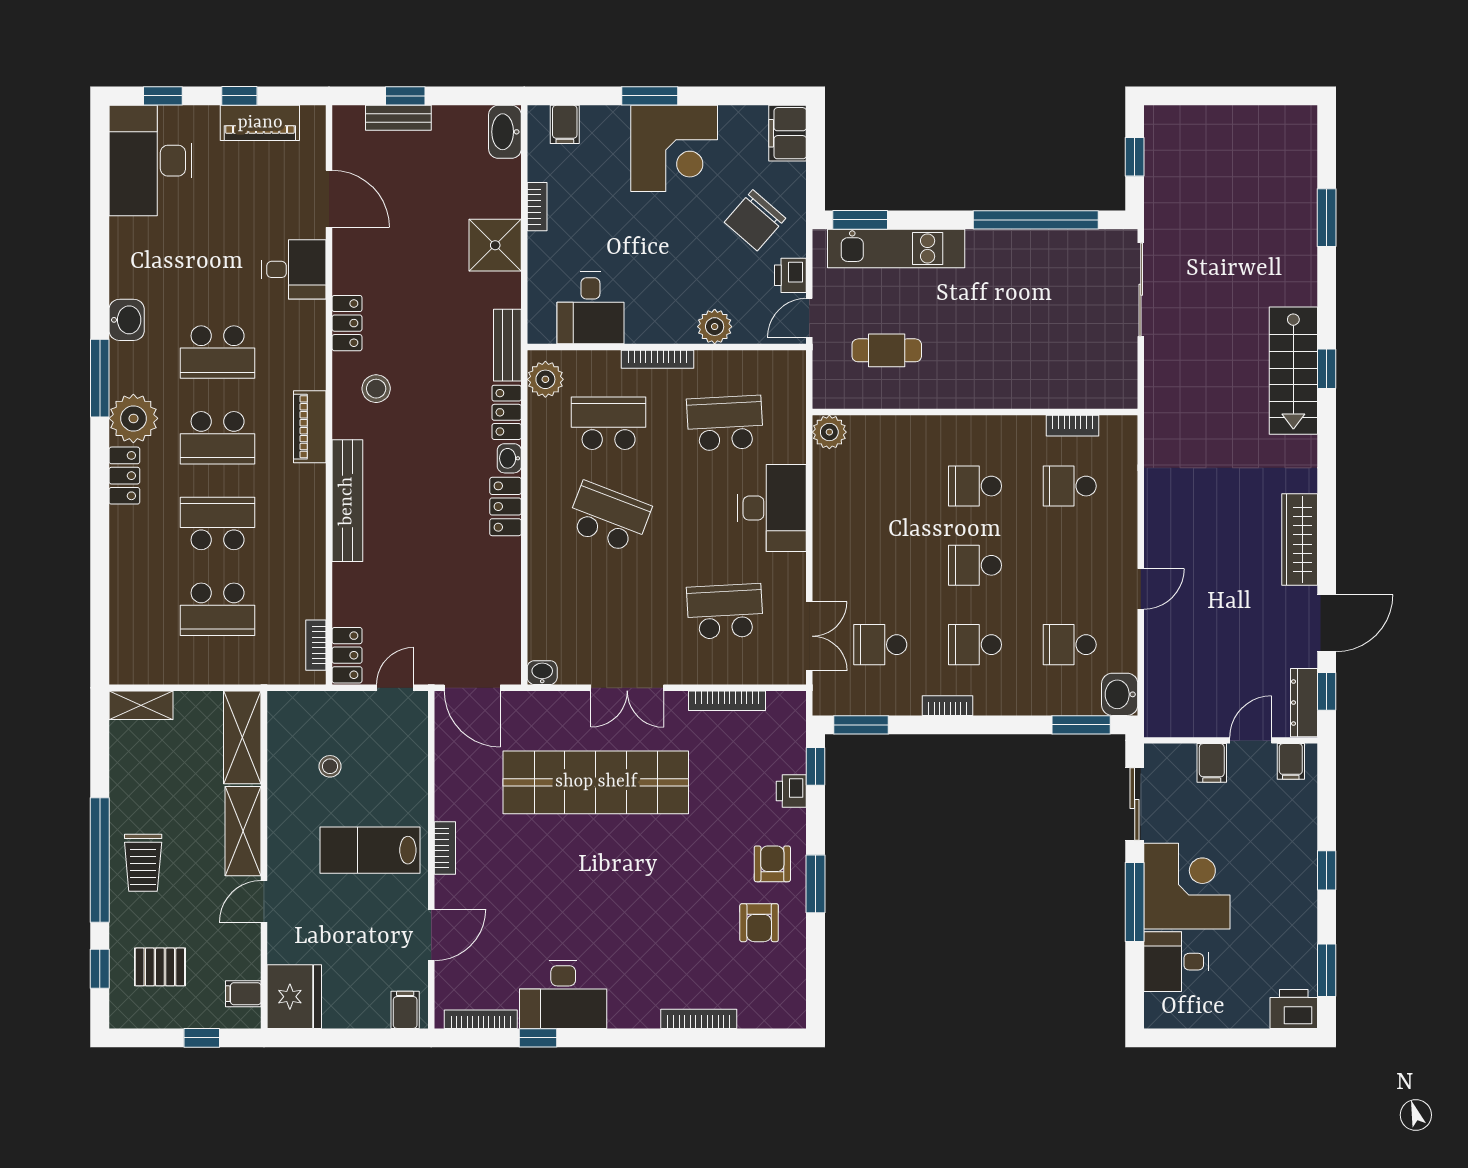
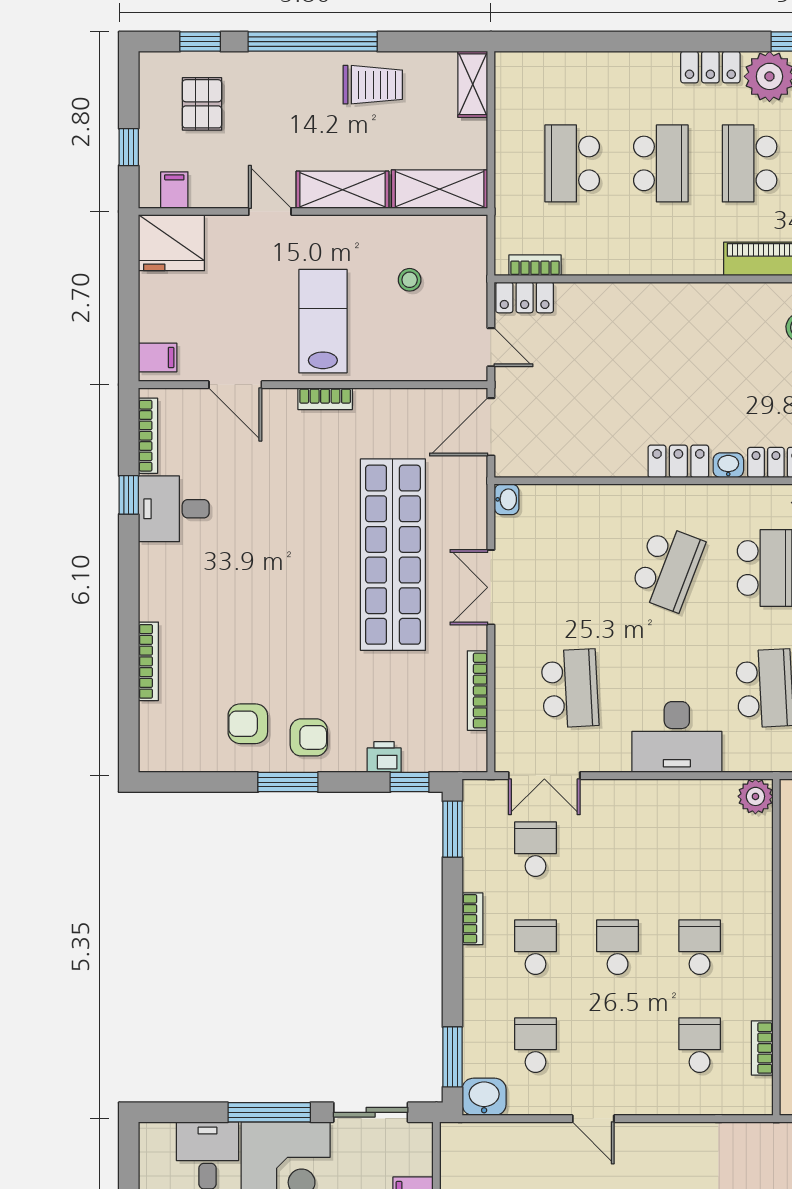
bench: (347, 501) -> (684, 298), removed
trolley: (143, 863) -> (373, 85), moved, turned 180
desk: (563, 994) -> (174, 509), width x0.73

